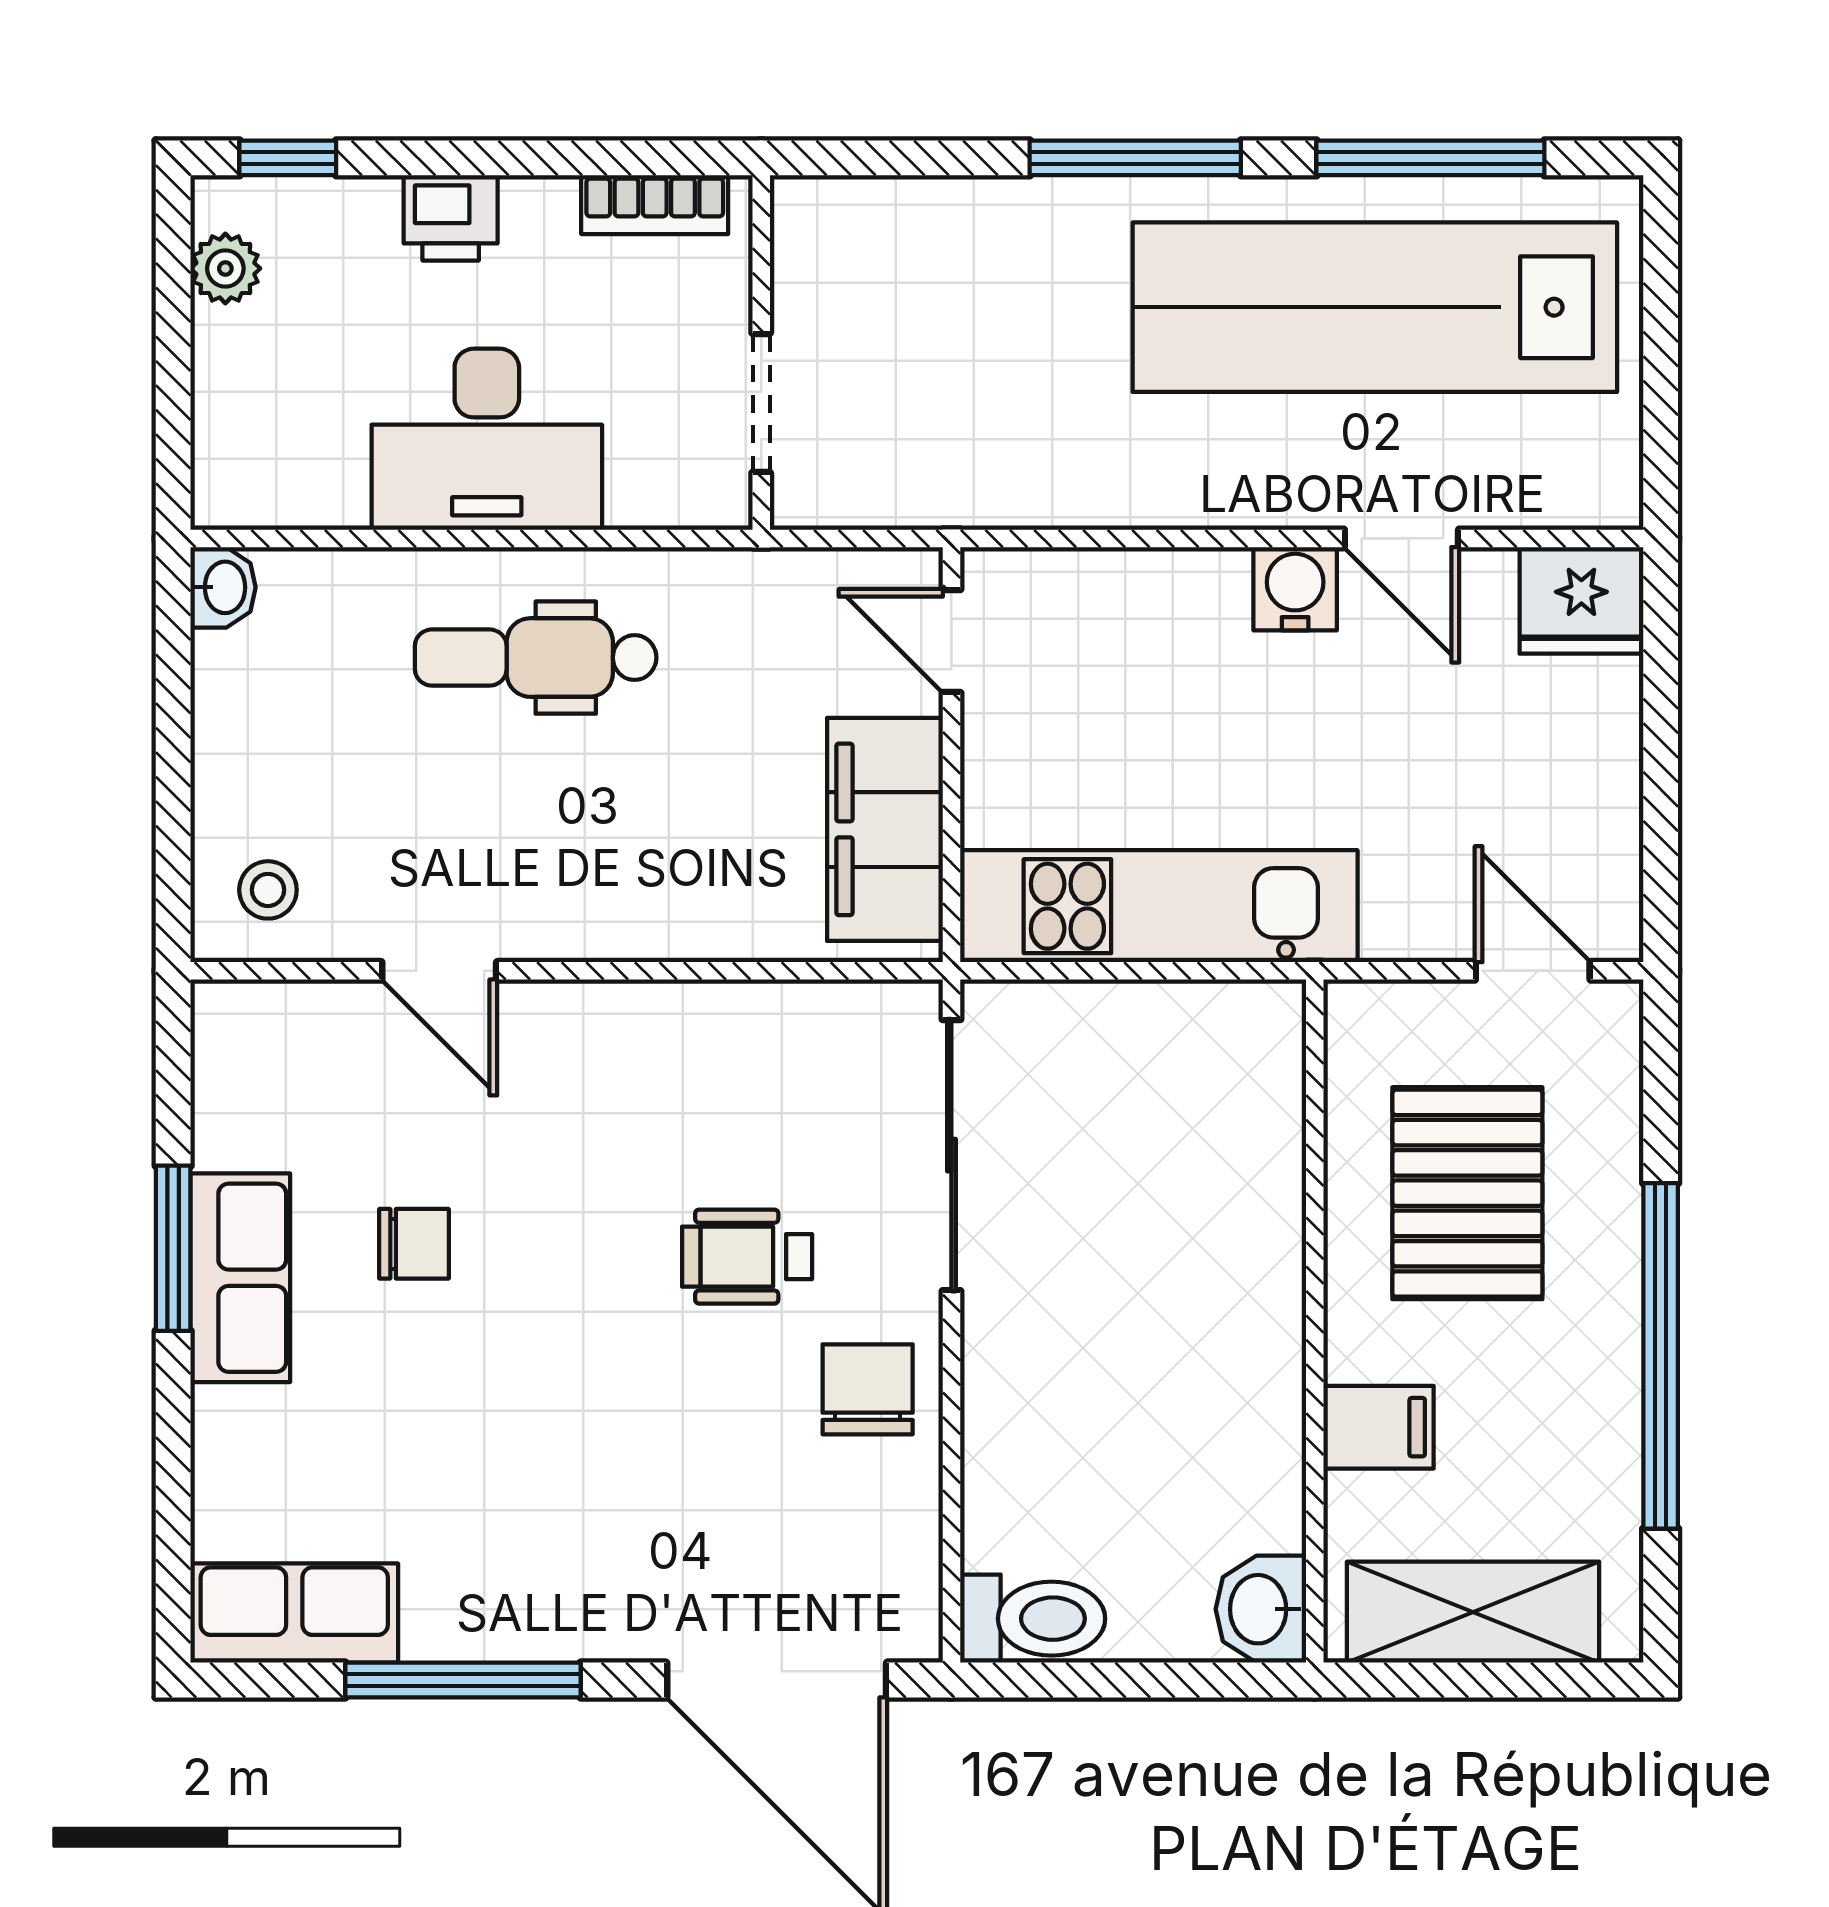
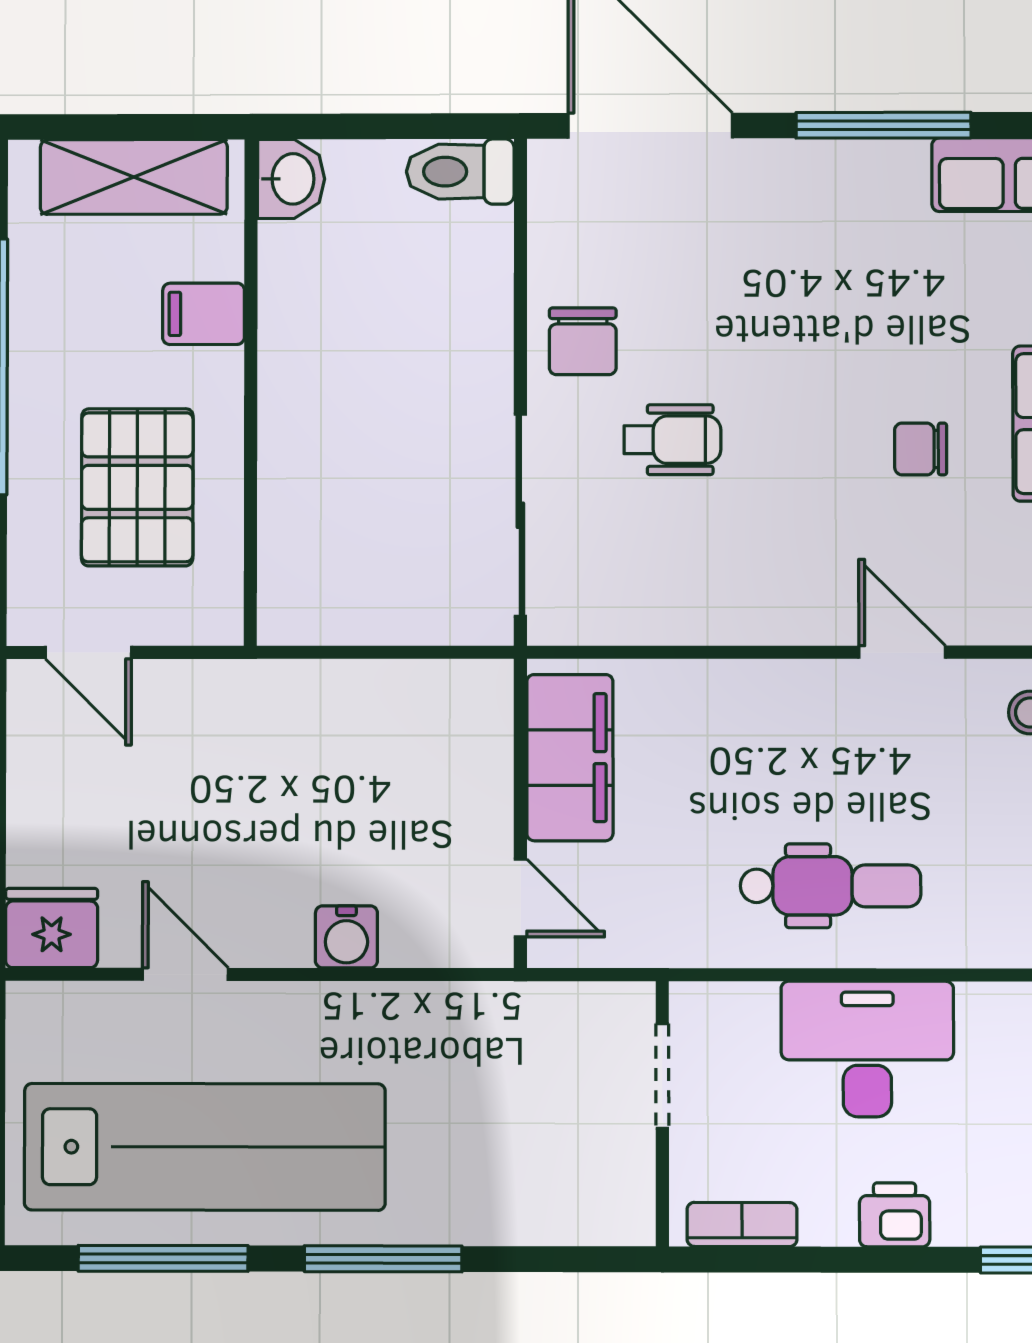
water cooler: (1295, 589) -> (346, 937), moved
kitchen unit: (1159, 906) -> (366, 700), removed

